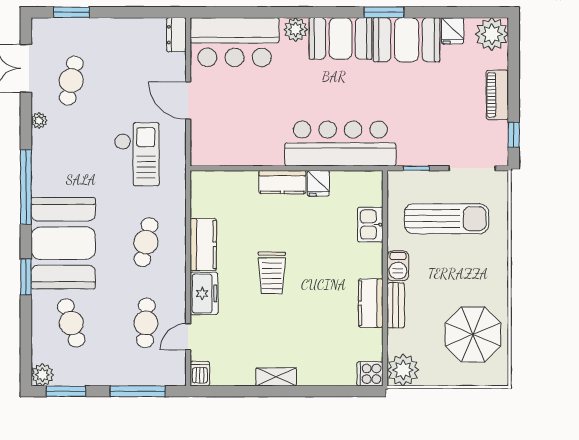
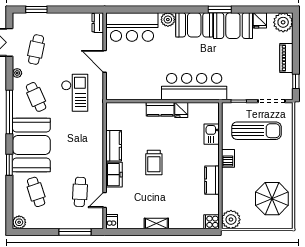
cafe table: (146, 242) -> (36, 97), moved, turned -36
bench: (396, 305) -> (227, 182), removed
window: (66, 391) -> (33, 232), removed

